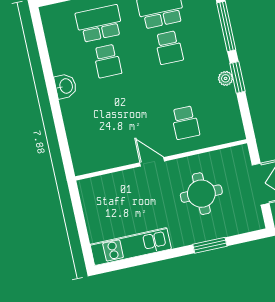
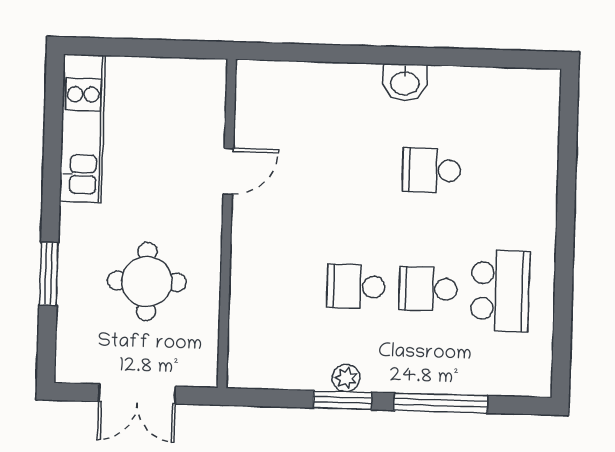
school desk: (99, 23) -> (504, 172), removed
school desk: (185, 123) -> (356, 287), moved
door: (152, 162) -> (228, 171), moved

